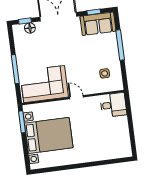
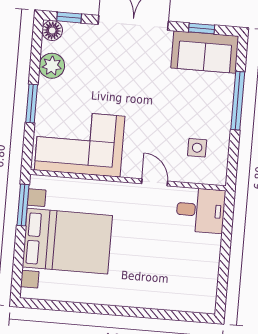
floor lamp: (30, 28) -> (52, 31), moved
plant: (21, 48) -> (52, 66), added
window: (15, 69) -> (32, 103), width x0.69
door: (76, 97) -> (155, 182), moved

